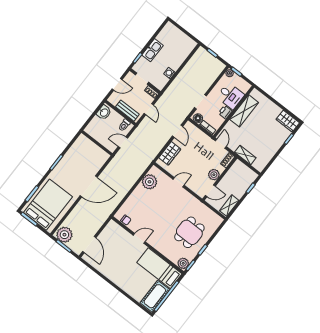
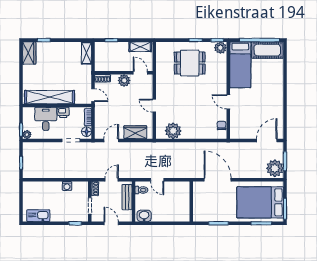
kitchen sink: (153, 50) -> (38, 216), moved
shelving: (244, 111) -> (50, 97), width x1.47
wall: (97, 143) -> (191, 202), moved
door: (221, 144) -> (93, 95), swing flipped
shelving: (245, 155) -> (86, 53), moved

